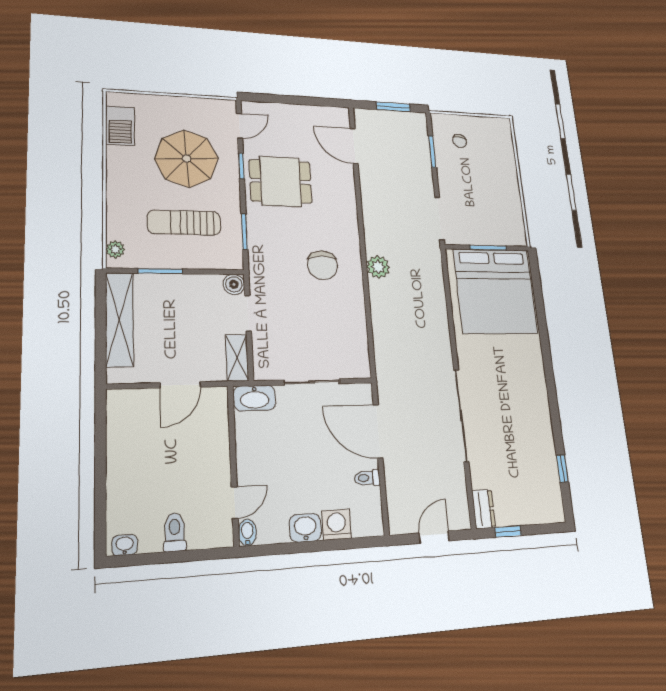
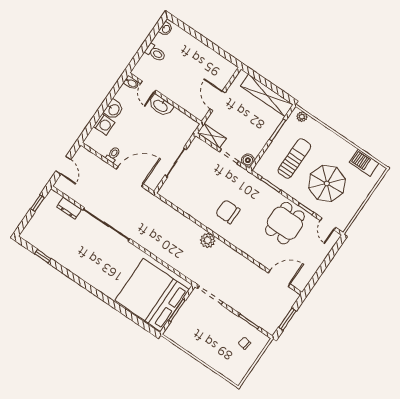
washbasin: (255, 398) -> (161, 106), moved, turned -90
dresser: (483, 509) -> (69, 208), moved

